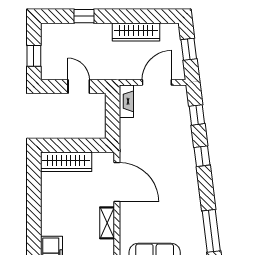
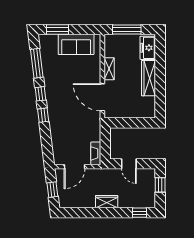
window: (84, 16) -> (140, 213), moved
wardrobe: (136, 32) -> (107, 202), moved, width x0.67
window: (197, 115) -> (40, 94), moved
wardrobe: (66, 162) -> (149, 78), moved, turned -90

